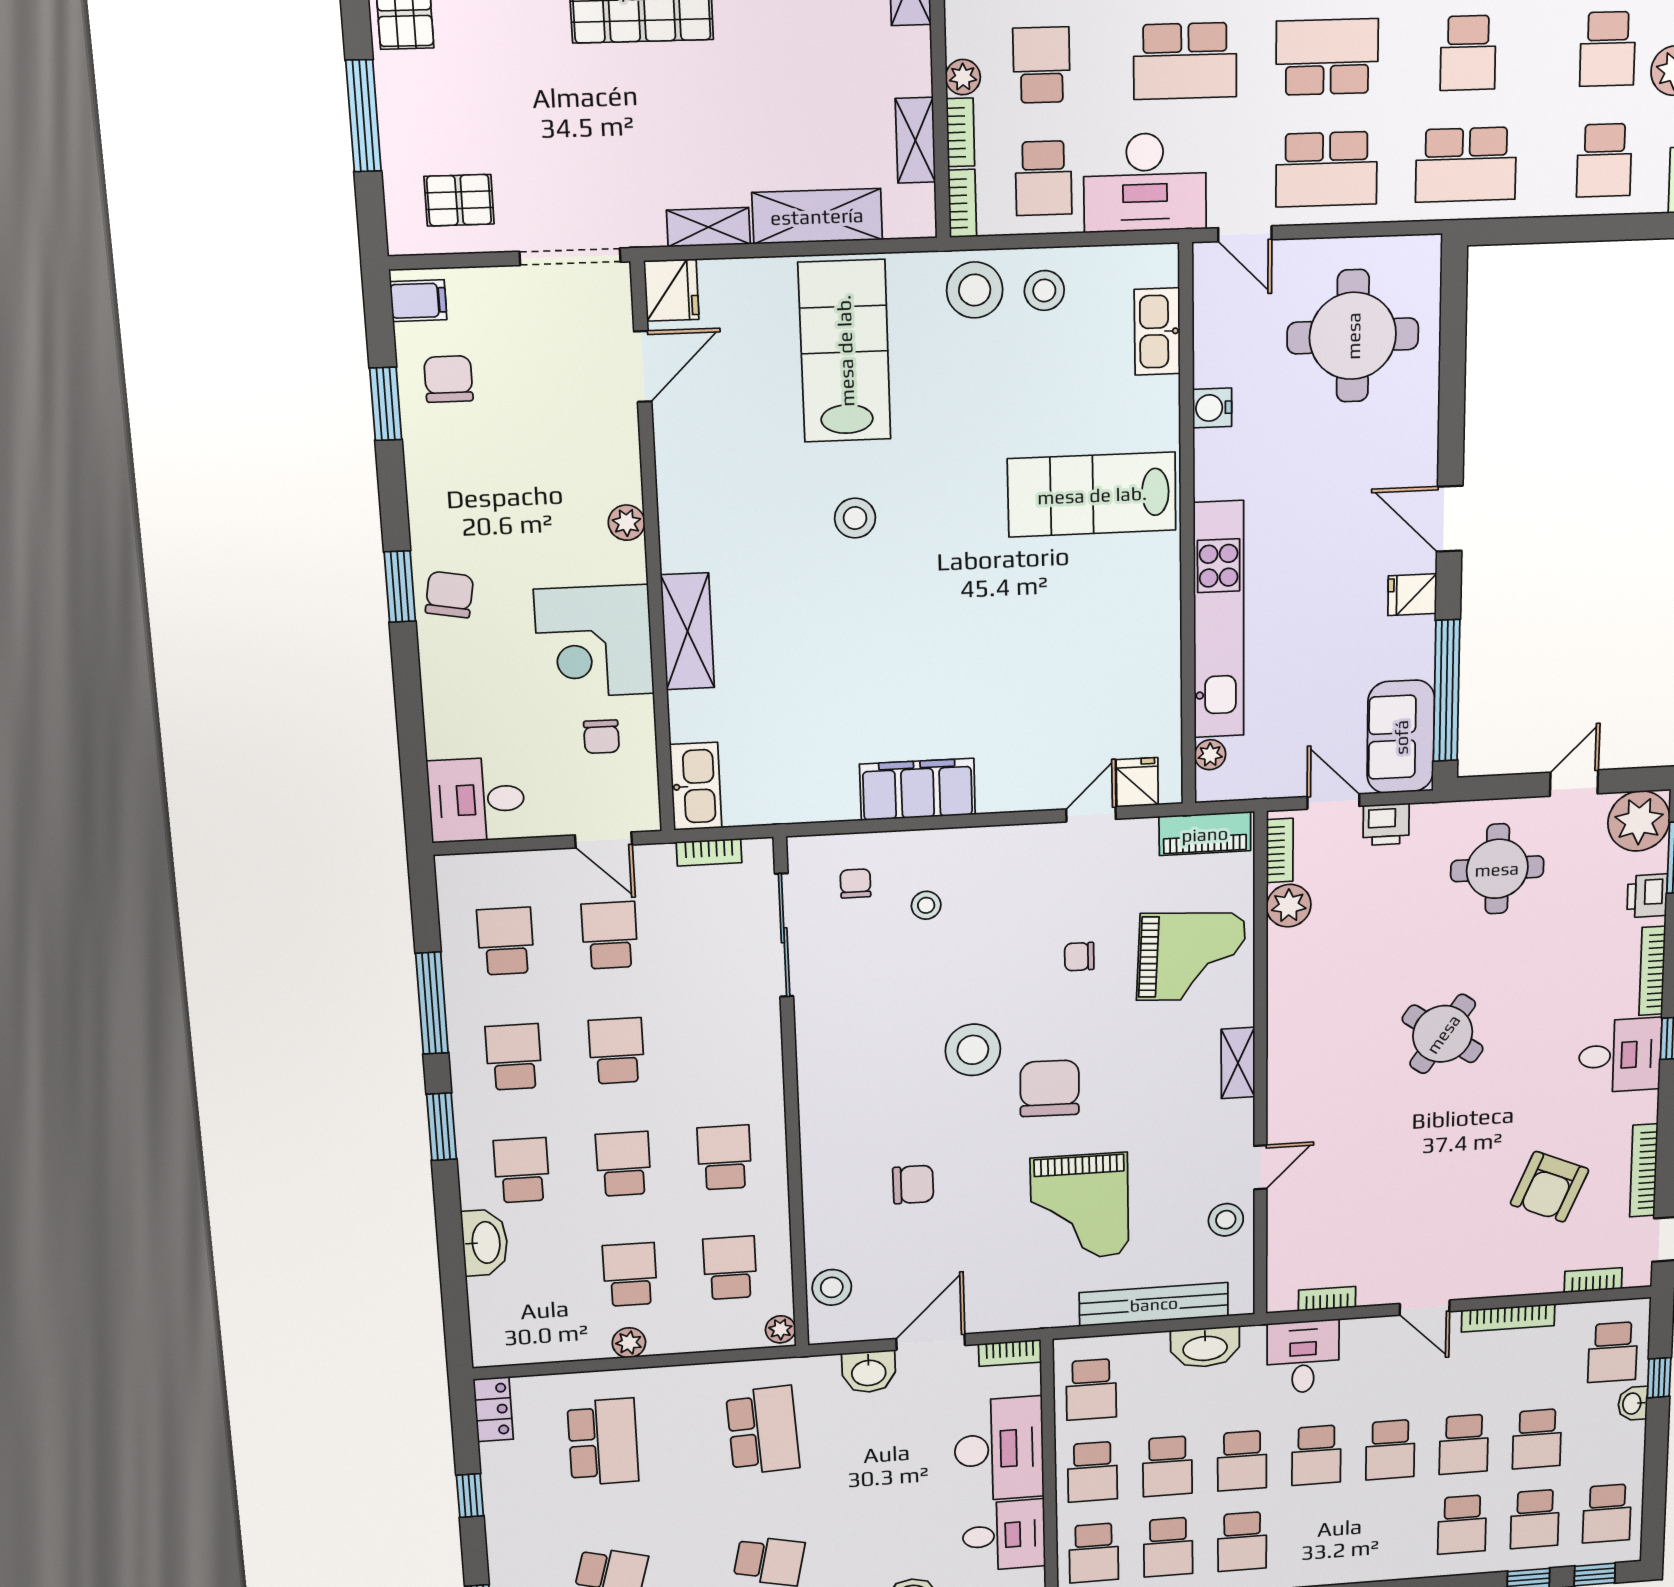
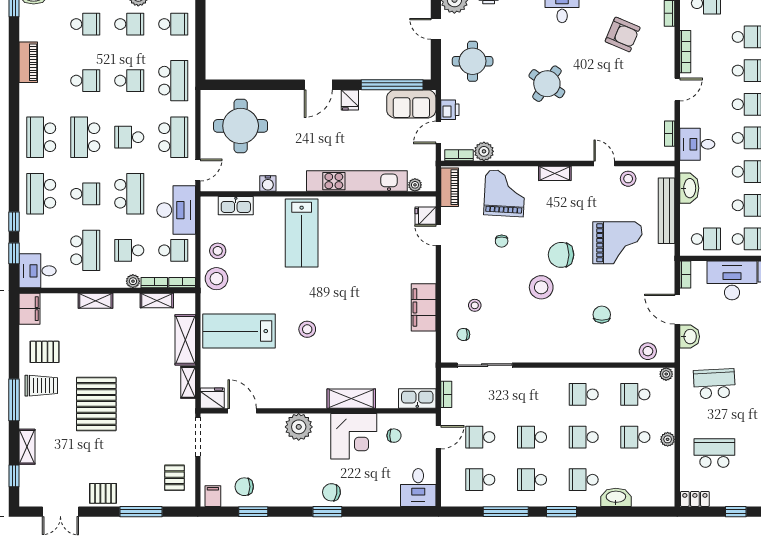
school desk: (1327, 57) -> (129, 137), width x0.54
plant: (627, 523) -> (299, 427), width x1.87, depth x1.87

